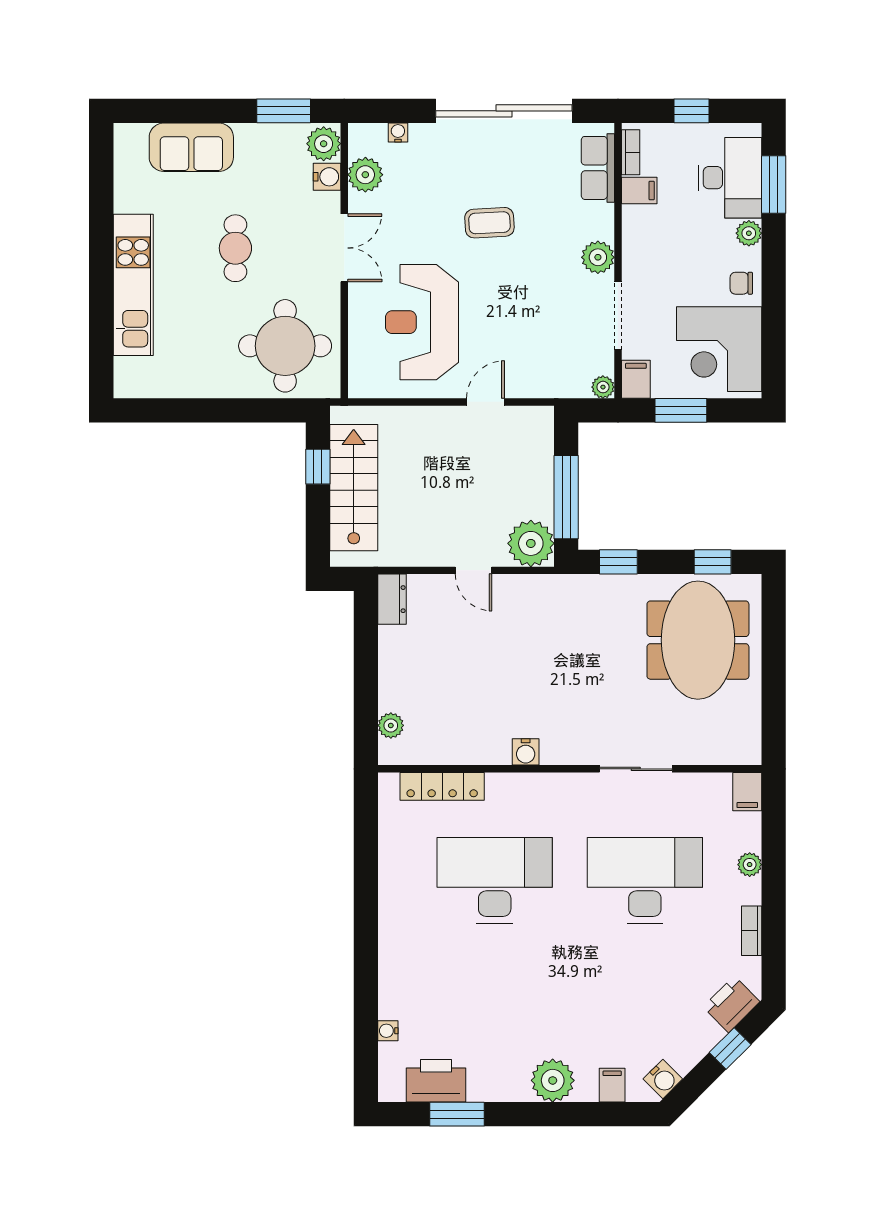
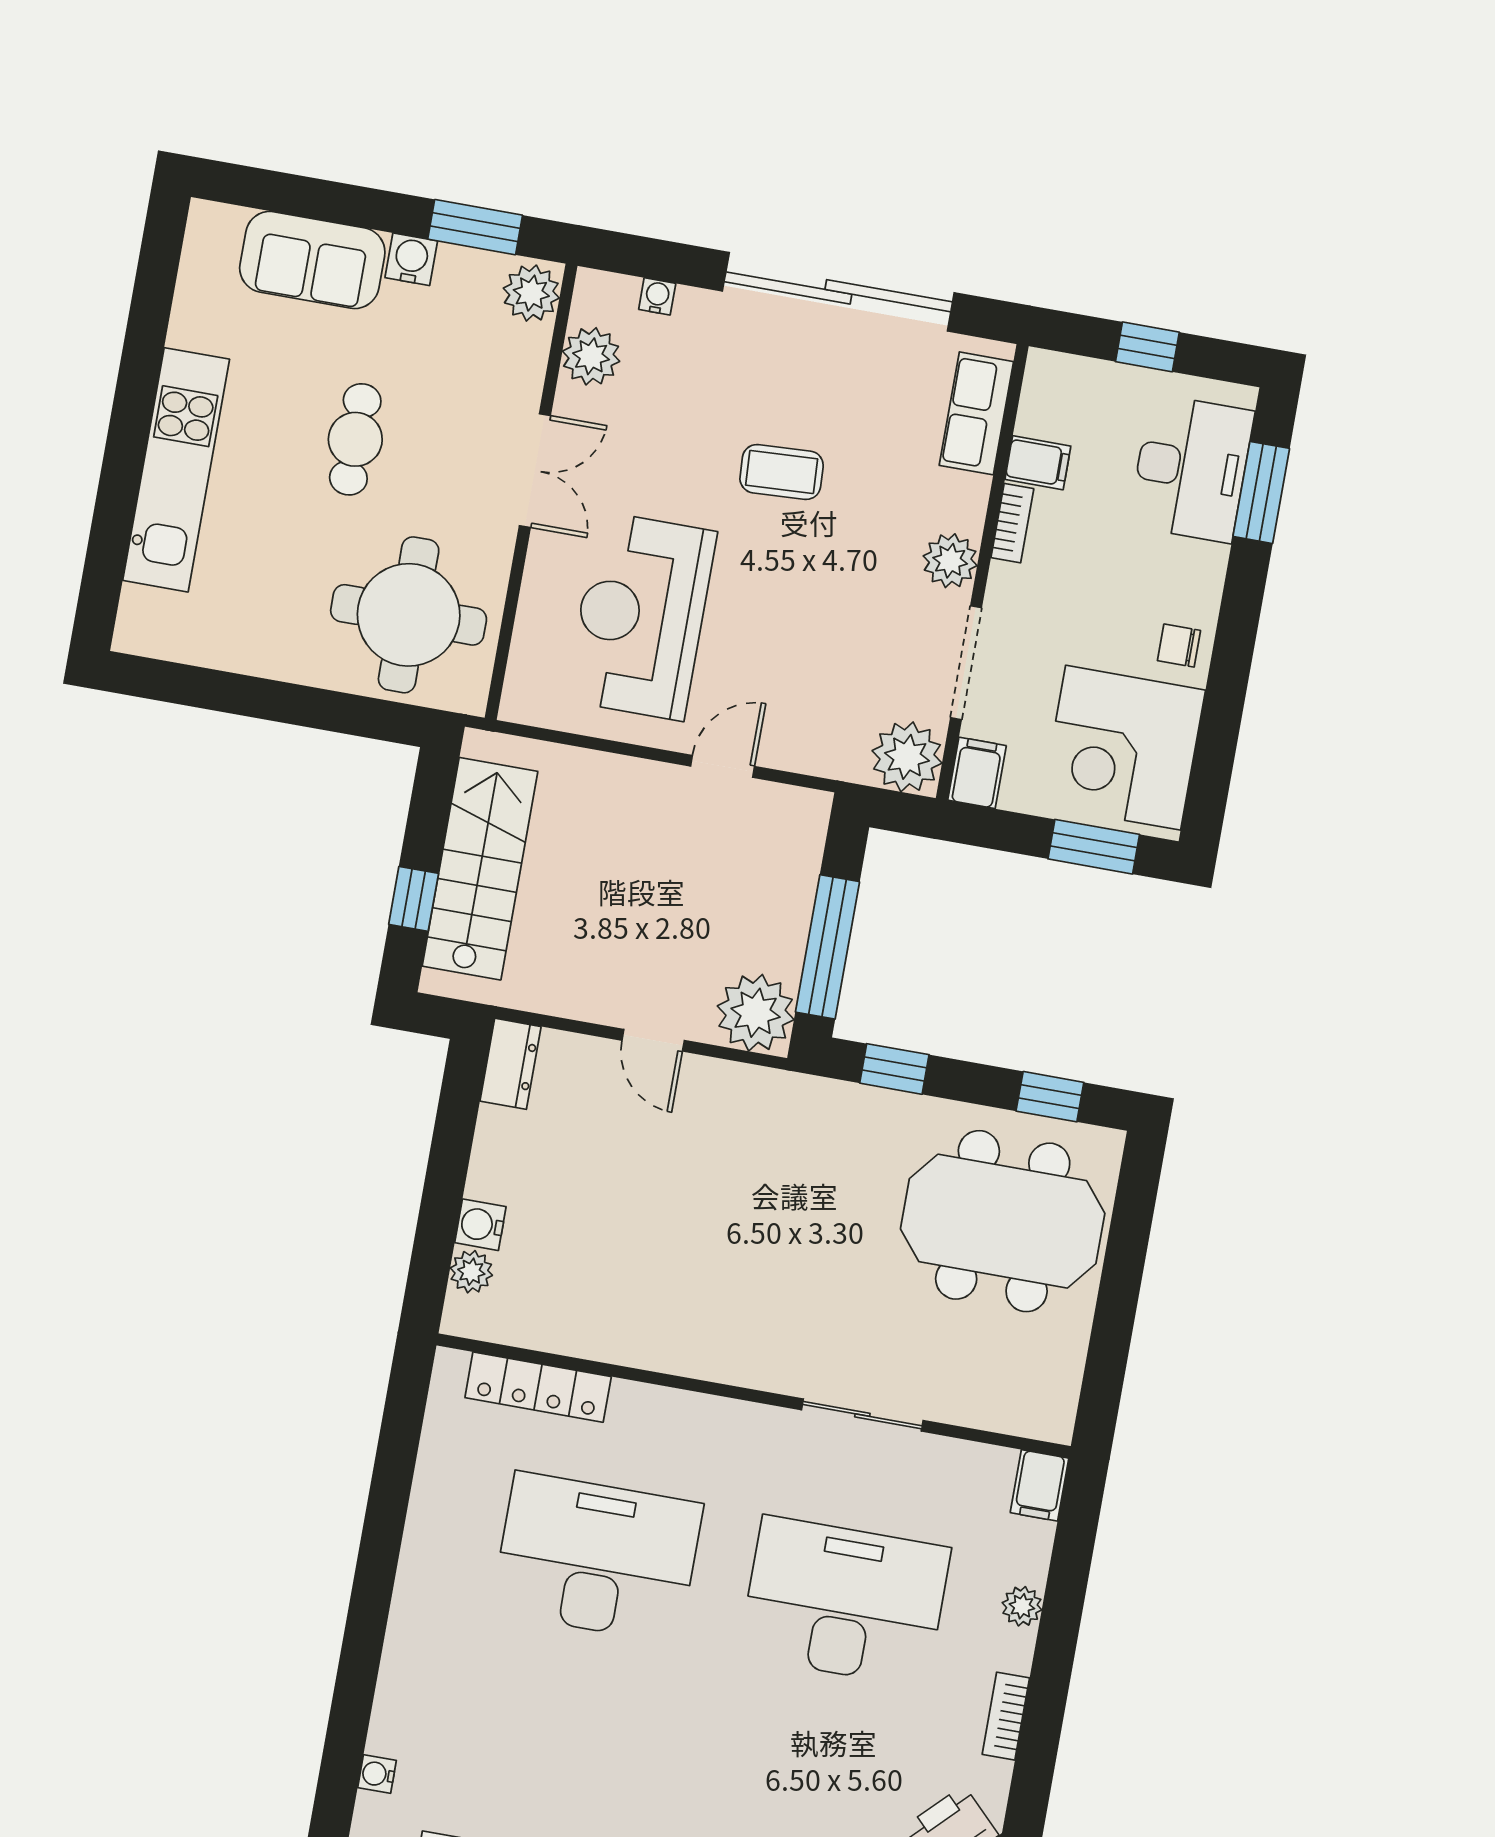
bookcase: (631, 152) -> (1012, 523), moved
water cooler: (327, 177) -> (411, 259), moved, turned -90
plant: (749, 233) -> (1206, 565), removed
plant: (603, 387) -> (907, 757), width x1.88, depth x1.88
window: (681, 410) -> (1094, 847), moved
window: (318, 467) -> (414, 899), moved
meeting table: (698, 640) -> (1003, 1221), turned 90
water cooler: (526, 752) -> (480, 1225), moved, turned 90

